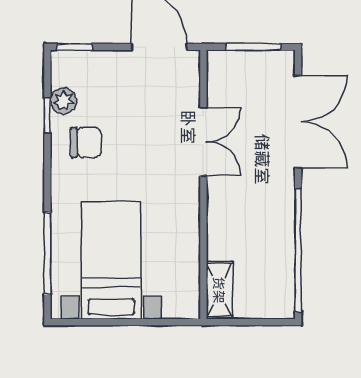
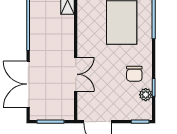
chair: (86, 142) -> (134, 74), turned -90
double door: (203, 142) -> (76, 74), swing flipped

